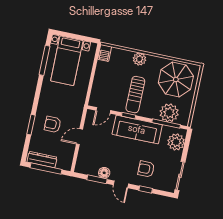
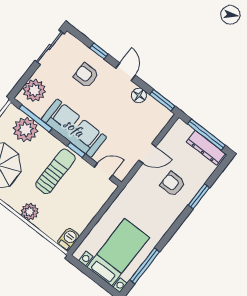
armchair: (53, 124) -> (173, 184), turned 180
armchair: (146, 169) -> (86, 75), turned 180
window: (97, 179) -> (162, 100), moved

